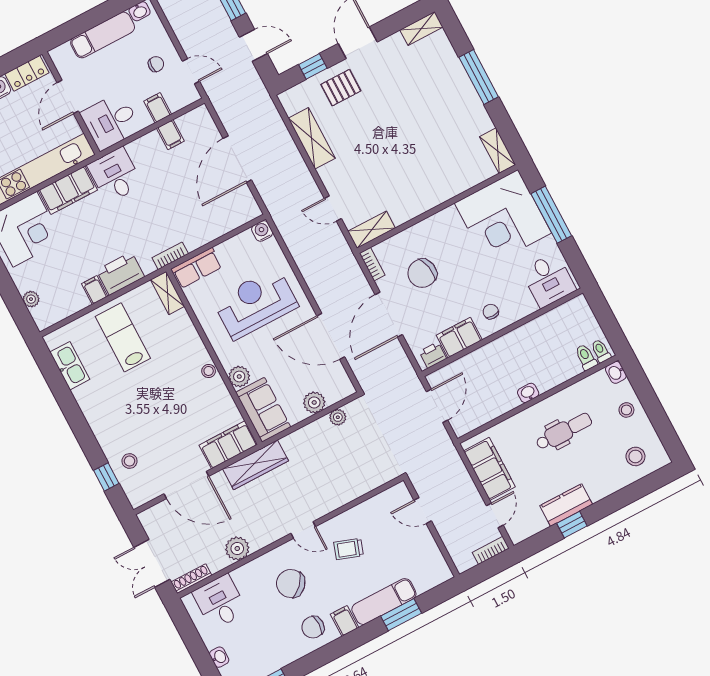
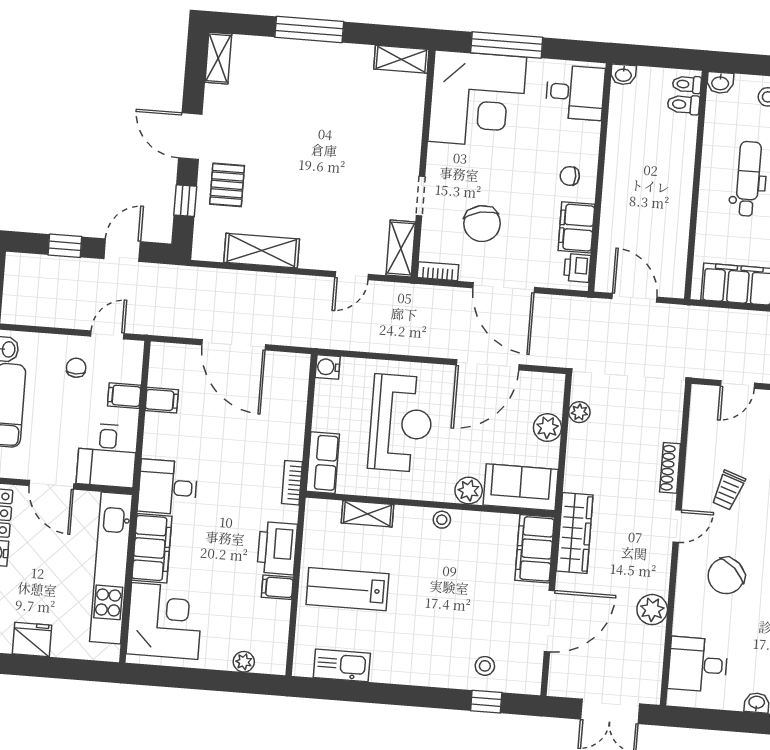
doorway: (415, 221) -> (421, 196), added
shelving: (168, 293) -> (367, 514), moved
reception desk: (255, 303) -> (401, 423), turned 180
washbasin: (528, 393) -> (623, 75), moved, turned -90
shoe rack: (191, 579) -> (670, 468), moved

